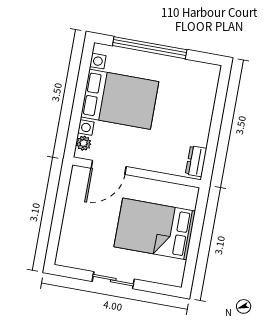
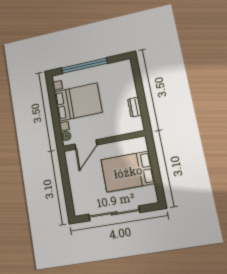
dresser: (196, 161) -> (135, 107), moved
sliding door: (113, 280) -> (114, 213), width x1.86

